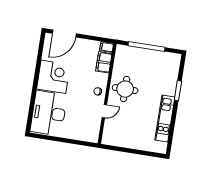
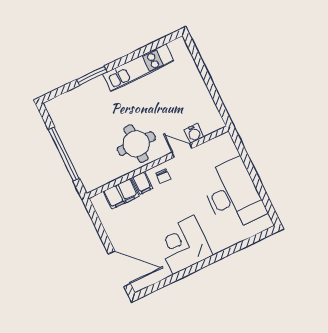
filing cabinet: (107, 47) -> (142, 183), moved
desk: (49, 113) -> (233, 195), moved, turned -90
water cooler: (109, 124) -> (194, 133), added

